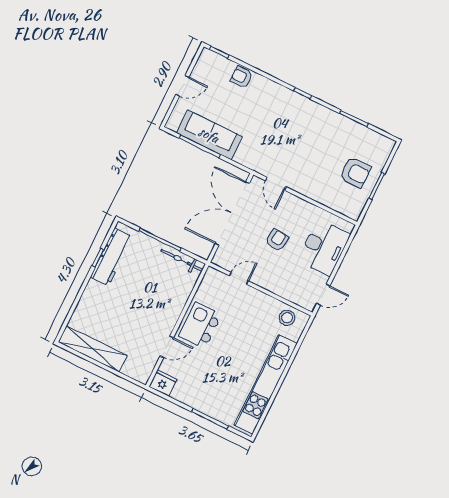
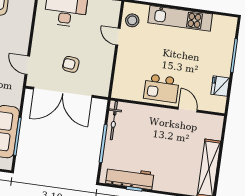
door: (276, 184) -> (27, 65), swing flipped
armchair: (277, 240) -> (71, 64), moved
door: (239, 278) -> (118, 37), moved
fridge: (163, 383) -> (220, 86), moved
kitchen unit: (266, 384) -> (180, 18), width x0.73

